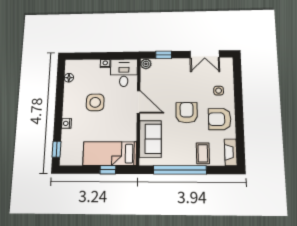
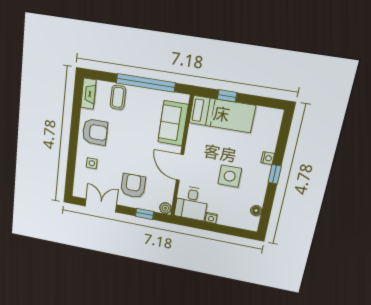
armchair: (187, 113) -> (133, 186), moved, turned 180
window: (57, 149) -> (275, 174), moved

